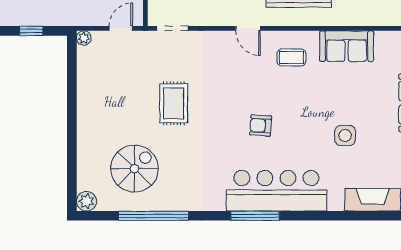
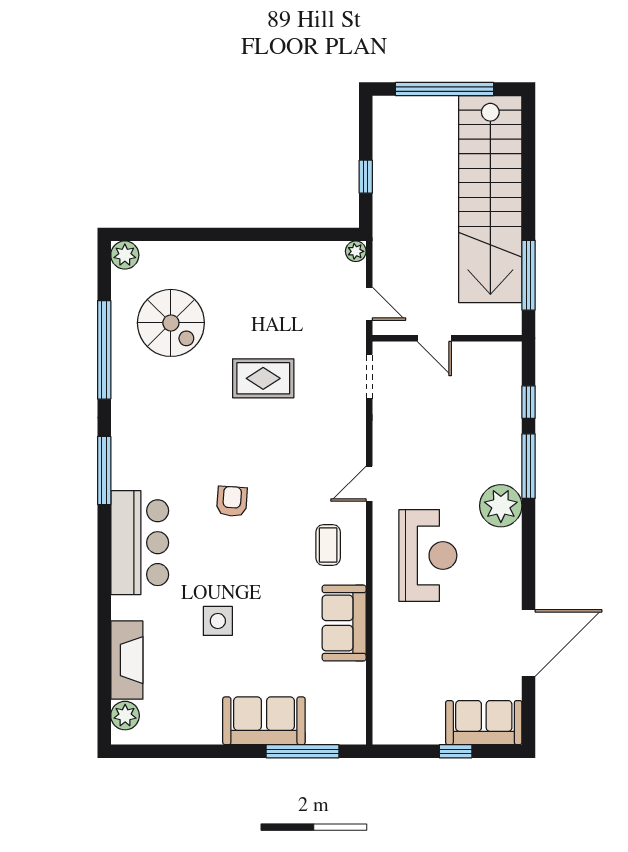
bar counter: (276, 191) -> (140, 543), width x0.73
window: (255, 216) -> (104, 471), moved

